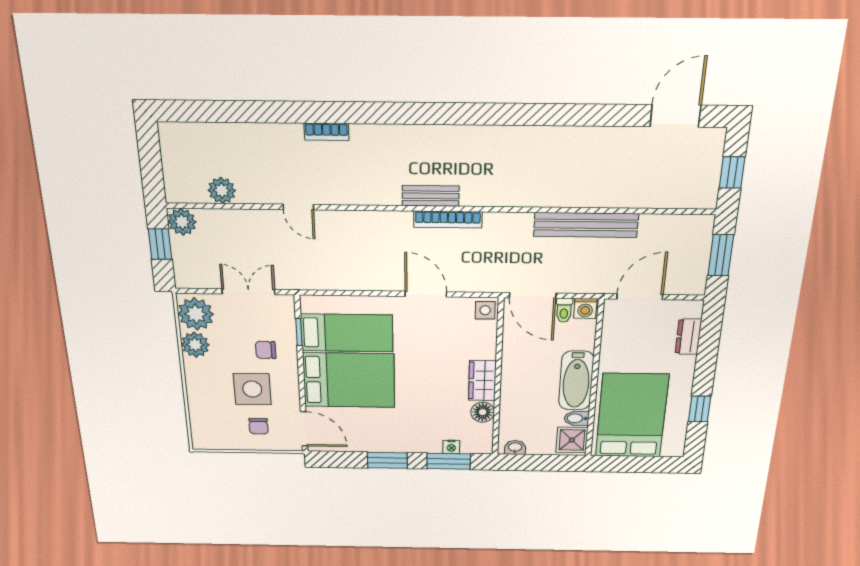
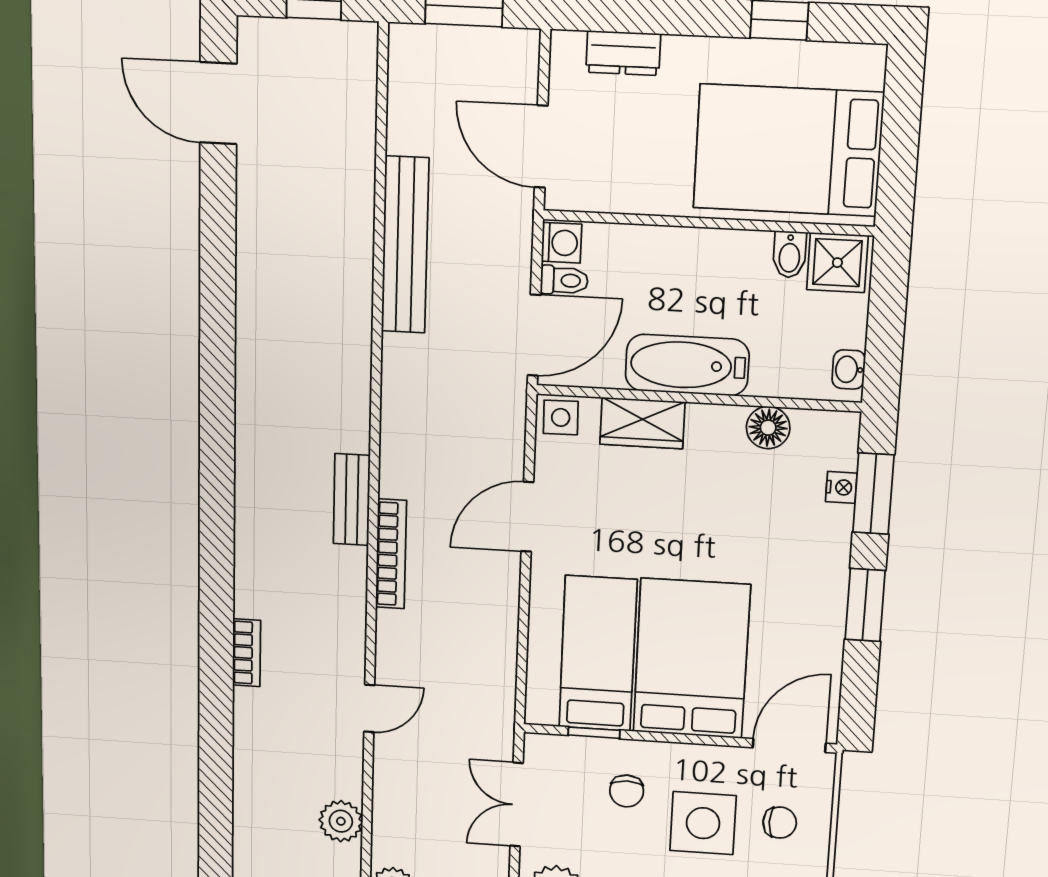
bookcase: (448, 220) -> (391, 554), moved
wardrobe: (482, 381) -> (642, 423), moved
bathtub: (576, 381) -> (687, 365), moved, turned 180

